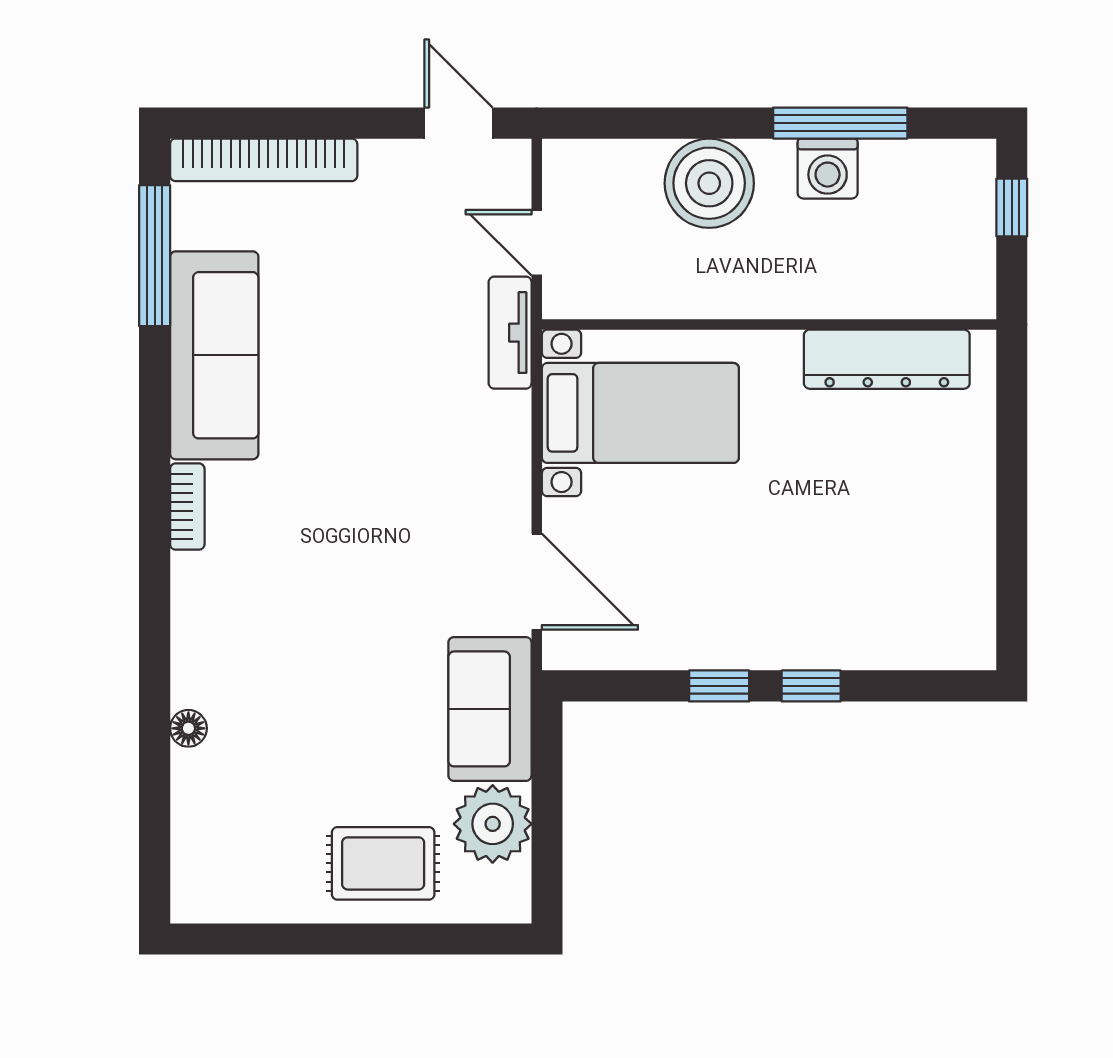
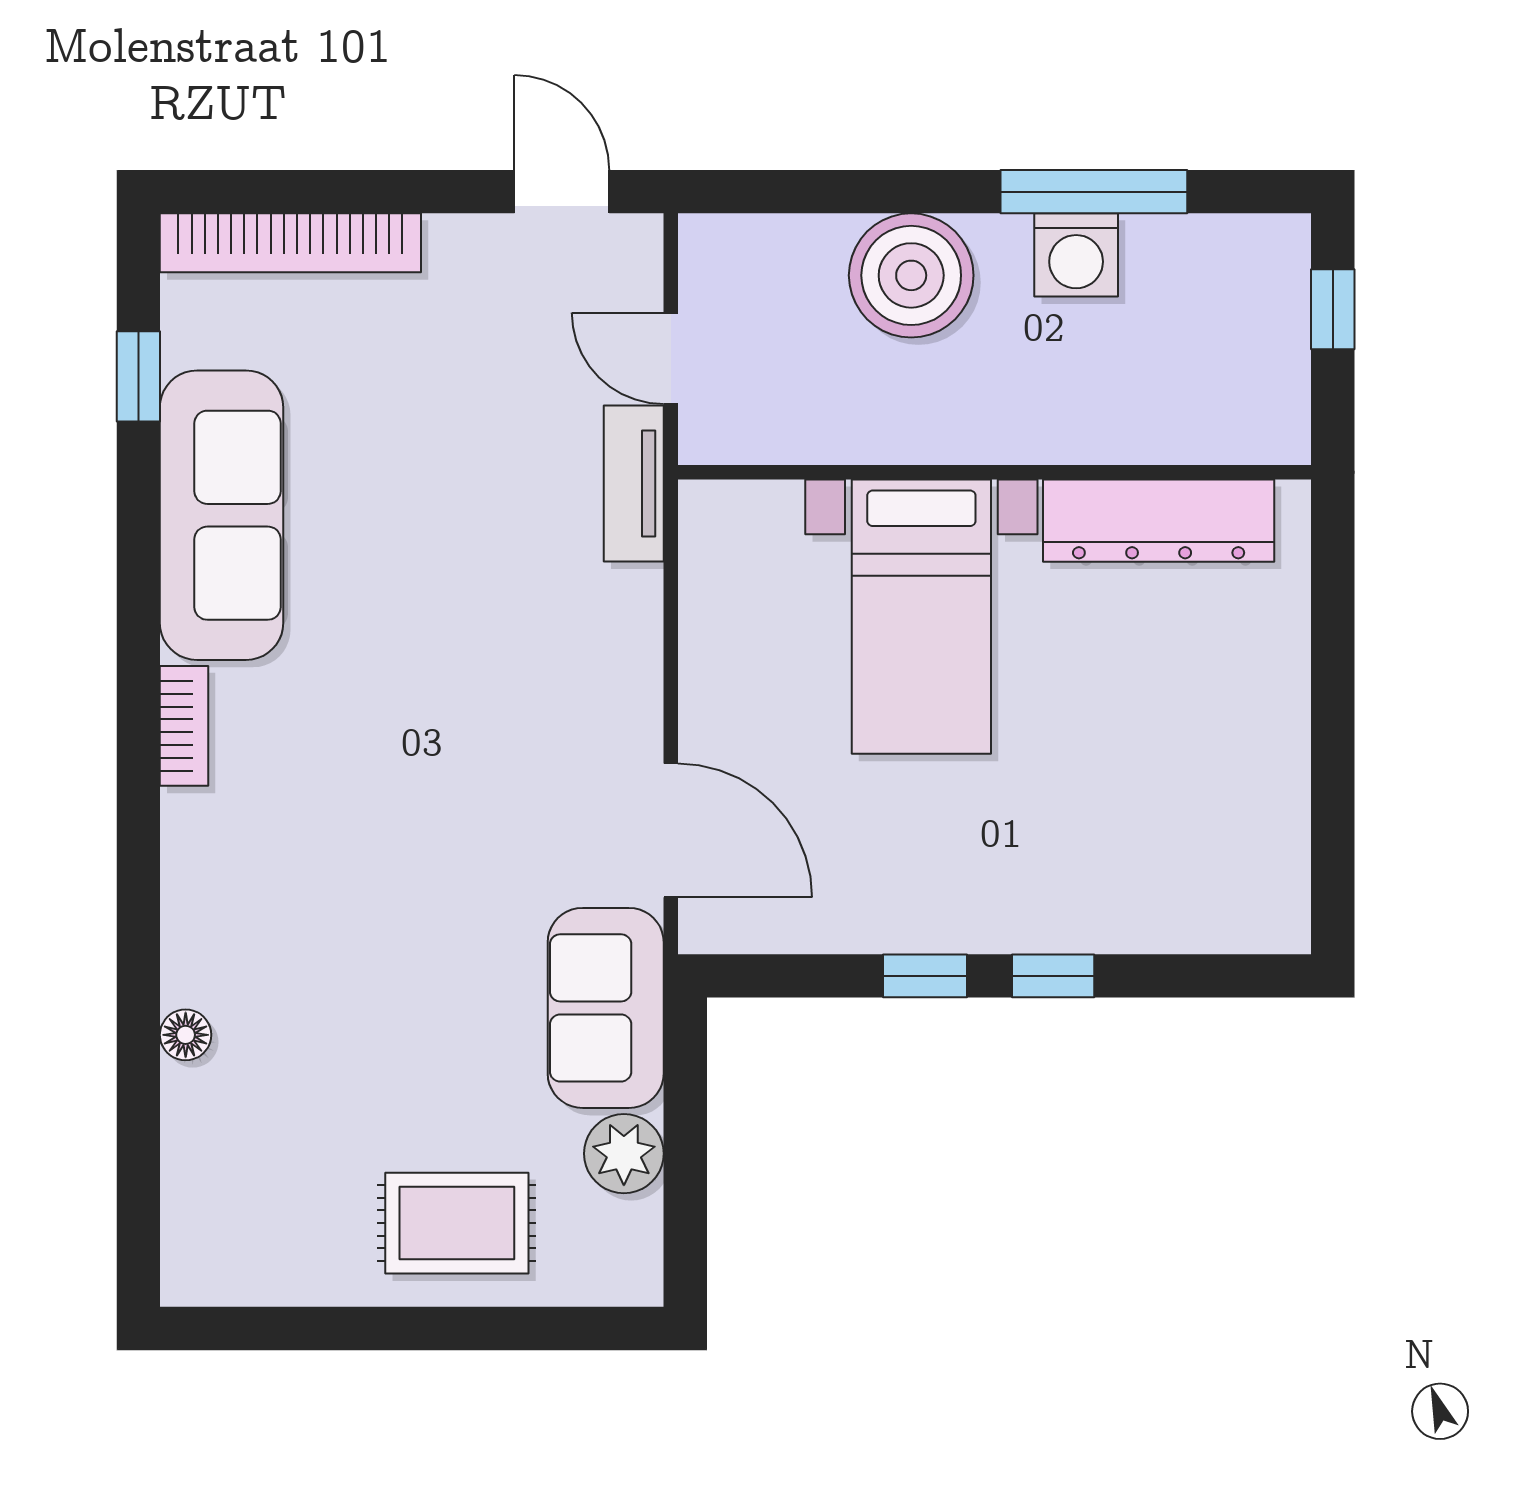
window: (155, 256) -> (138, 376), width x0.46
bed with nightstands: (640, 413) -> (921, 617), moved, turned 90
plant: (493, 824) -> (624, 1154), width x0.73, depth x0.73

